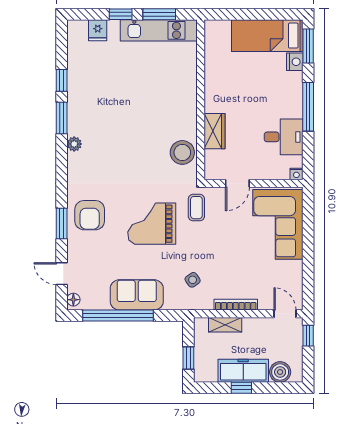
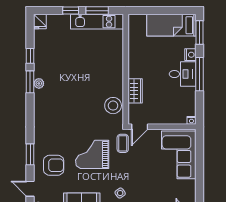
fridge: (98, 30) -> (40, 22), moved
nightstand: (295, 62) -> (190, 55), moved
desk: (284, 137) -> (183, 74), moved
plant: (74, 144) -> (39, 83), moved
door: (237, 183) -> (140, 127), moved
armchair: (90, 215) -> (54, 165), moved, turned -90

